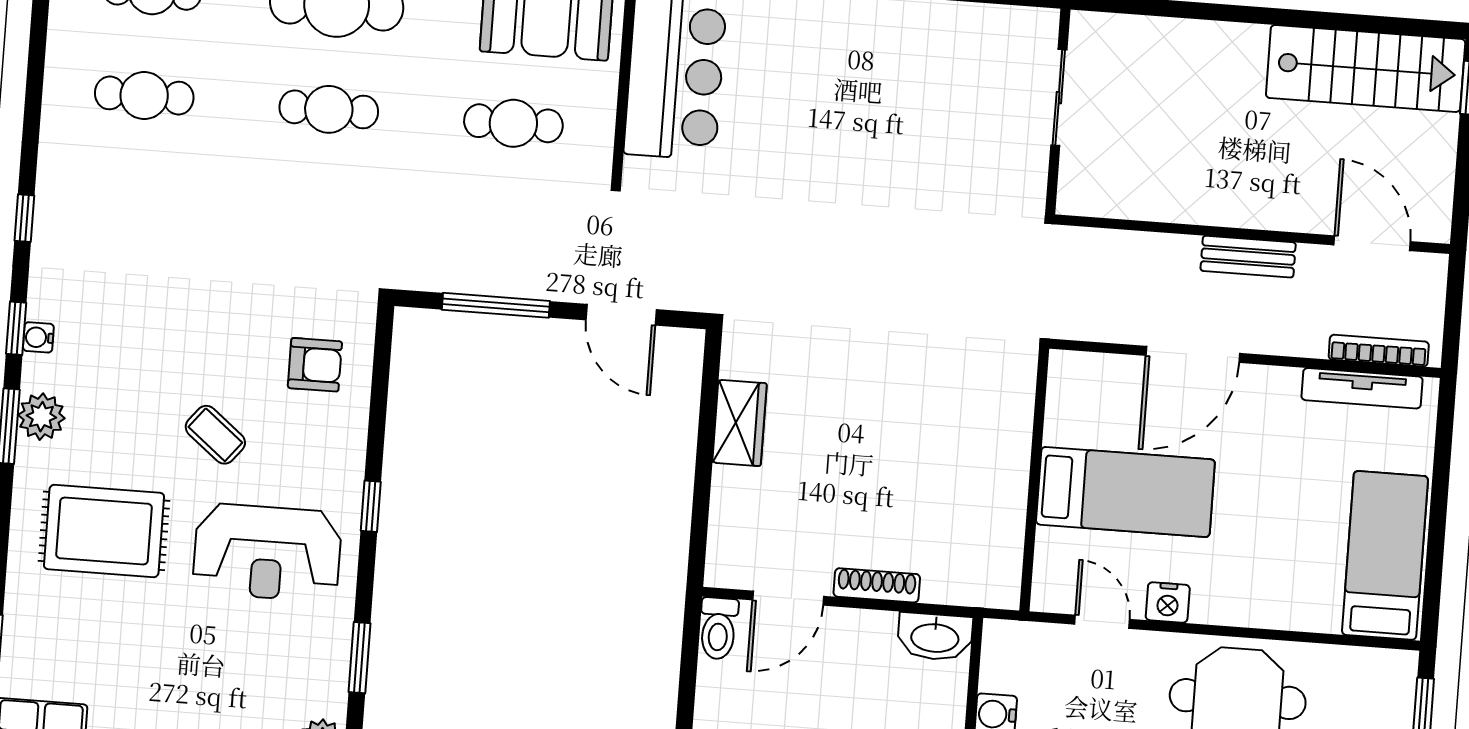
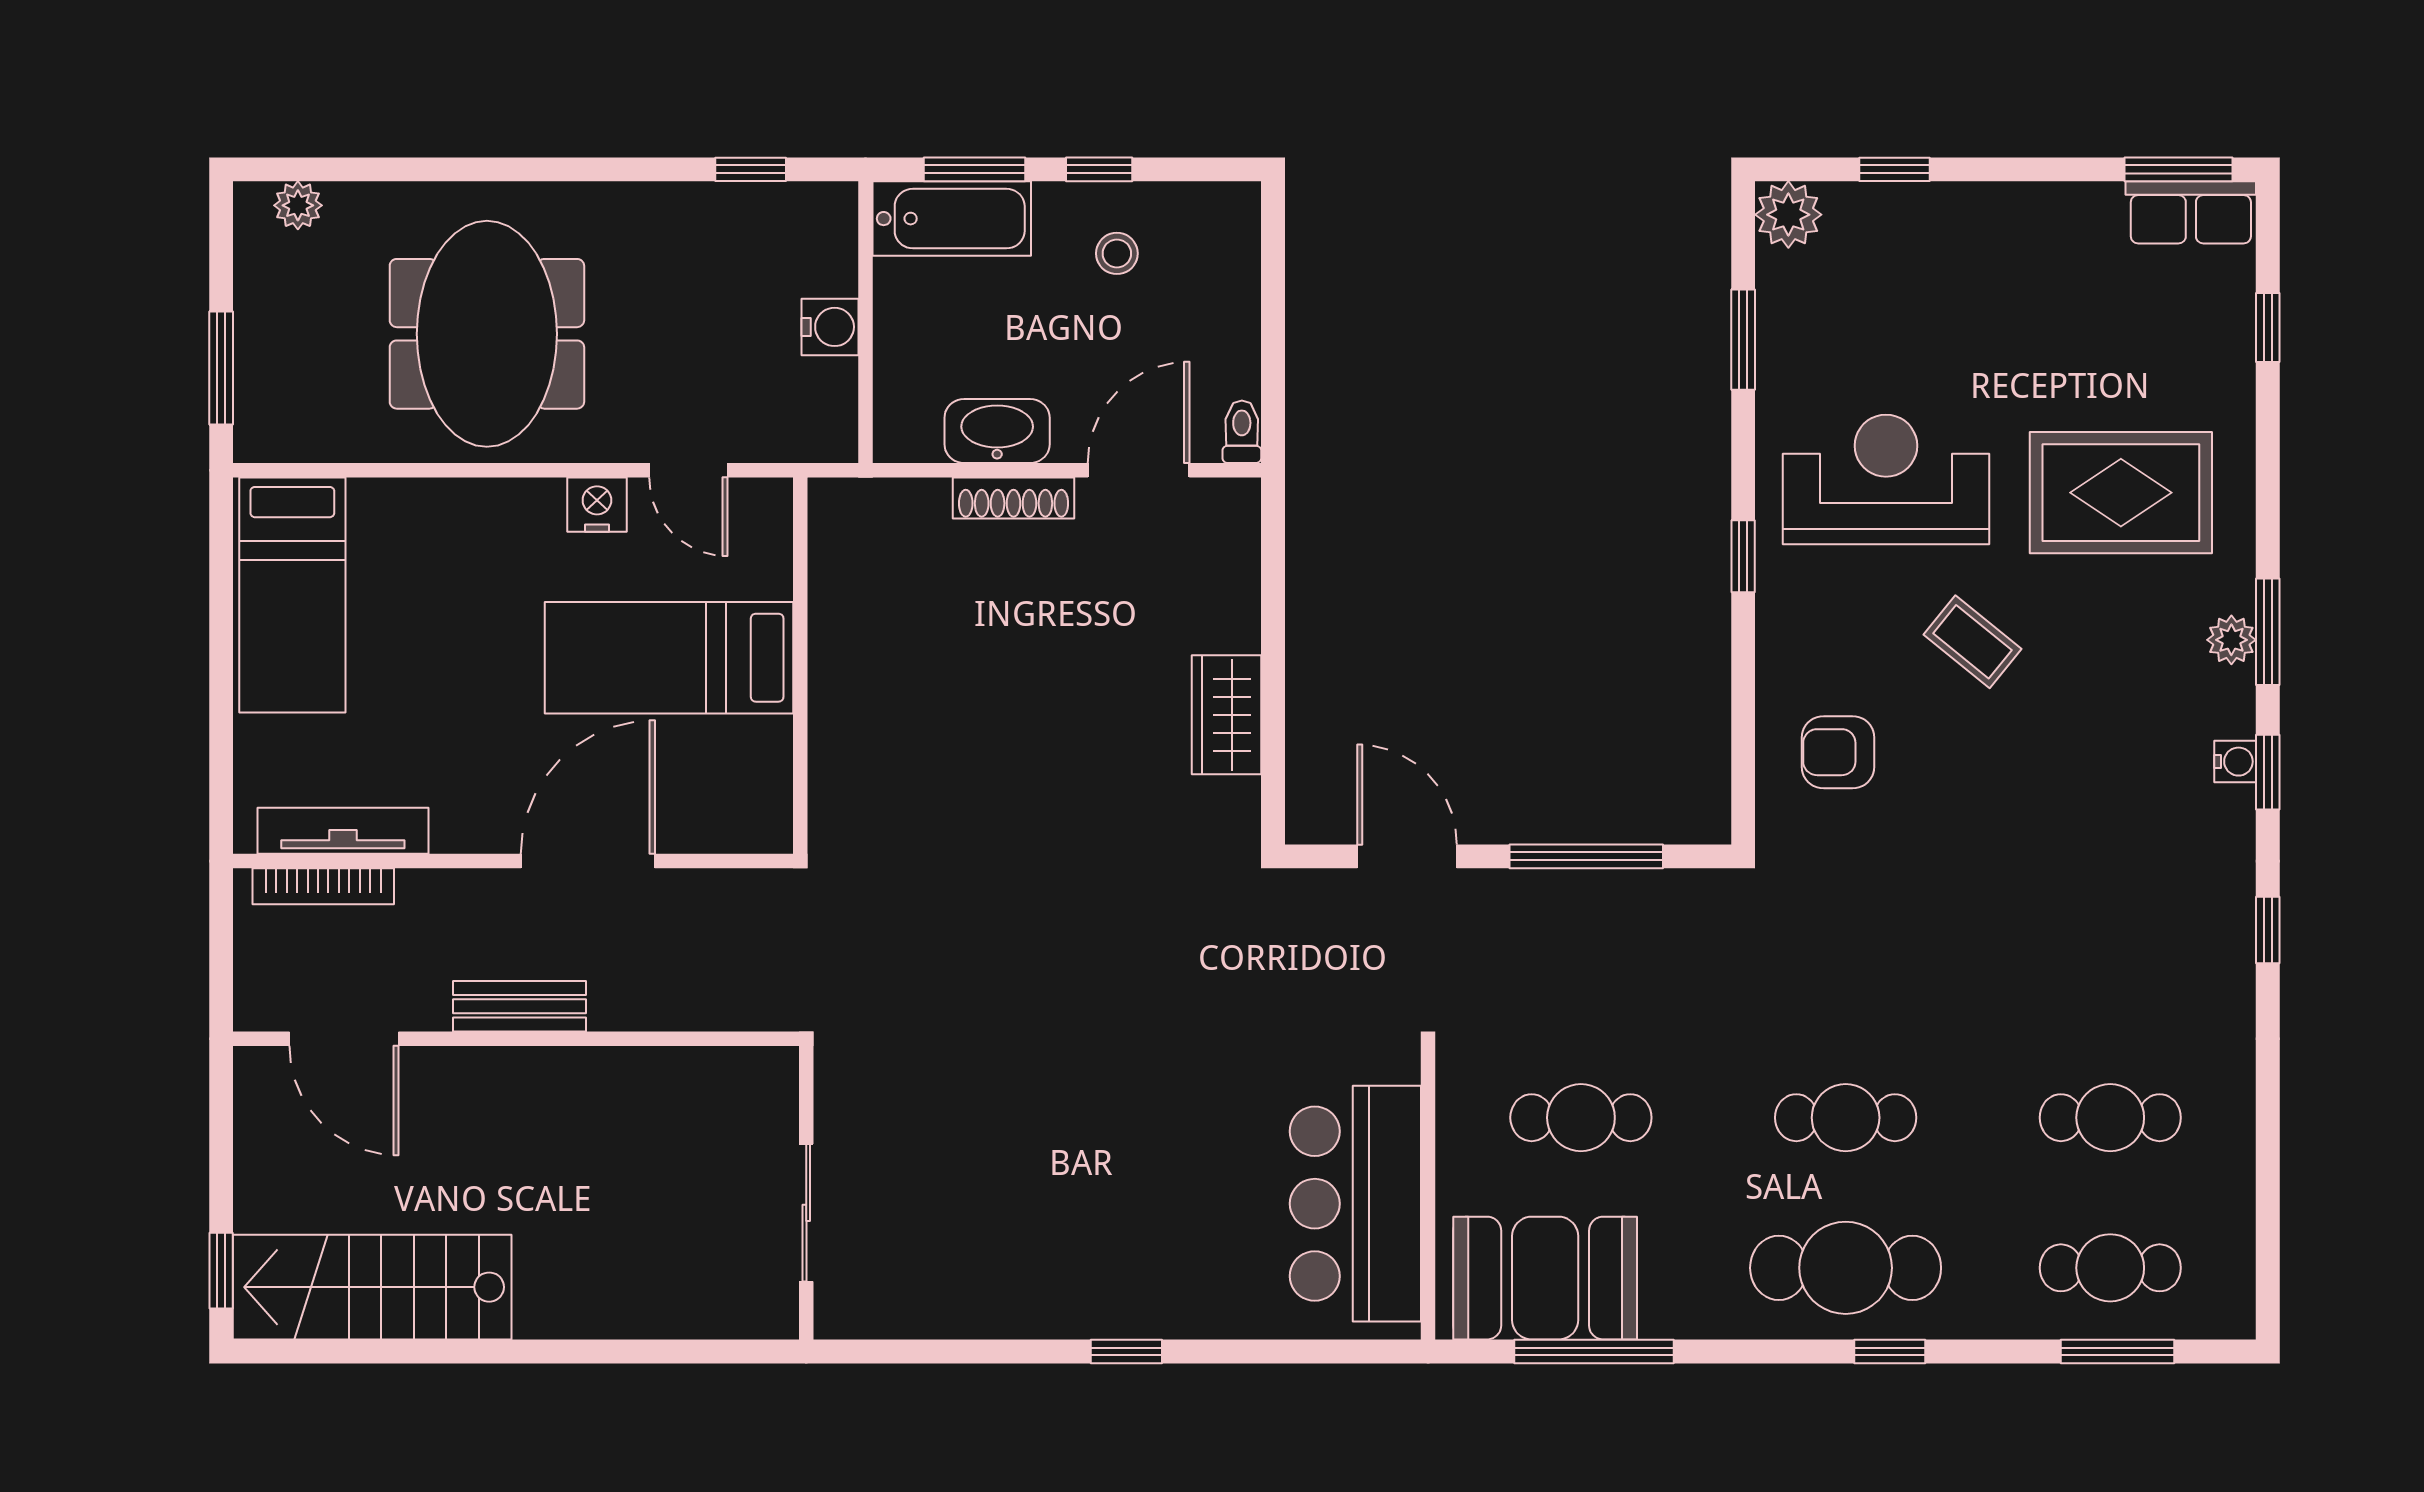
plant: (41, 417) -> (2231, 640), width x0.73, depth x0.73
toilet: (718, 628) -> (1242, 432), width x0.73, depth x0.72
washbasin: (935, 637) -> (997, 431), moved

